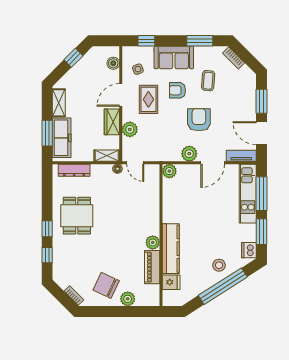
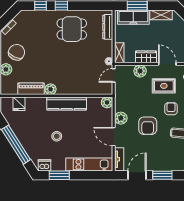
armchair: (199, 120) -> (148, 126), turned 90
window: (261, 194) -> (89, 175), removed
kitchen counter: (171, 249) -> (67, 103), moved
stool: (219, 265) -> (57, 136), moved

